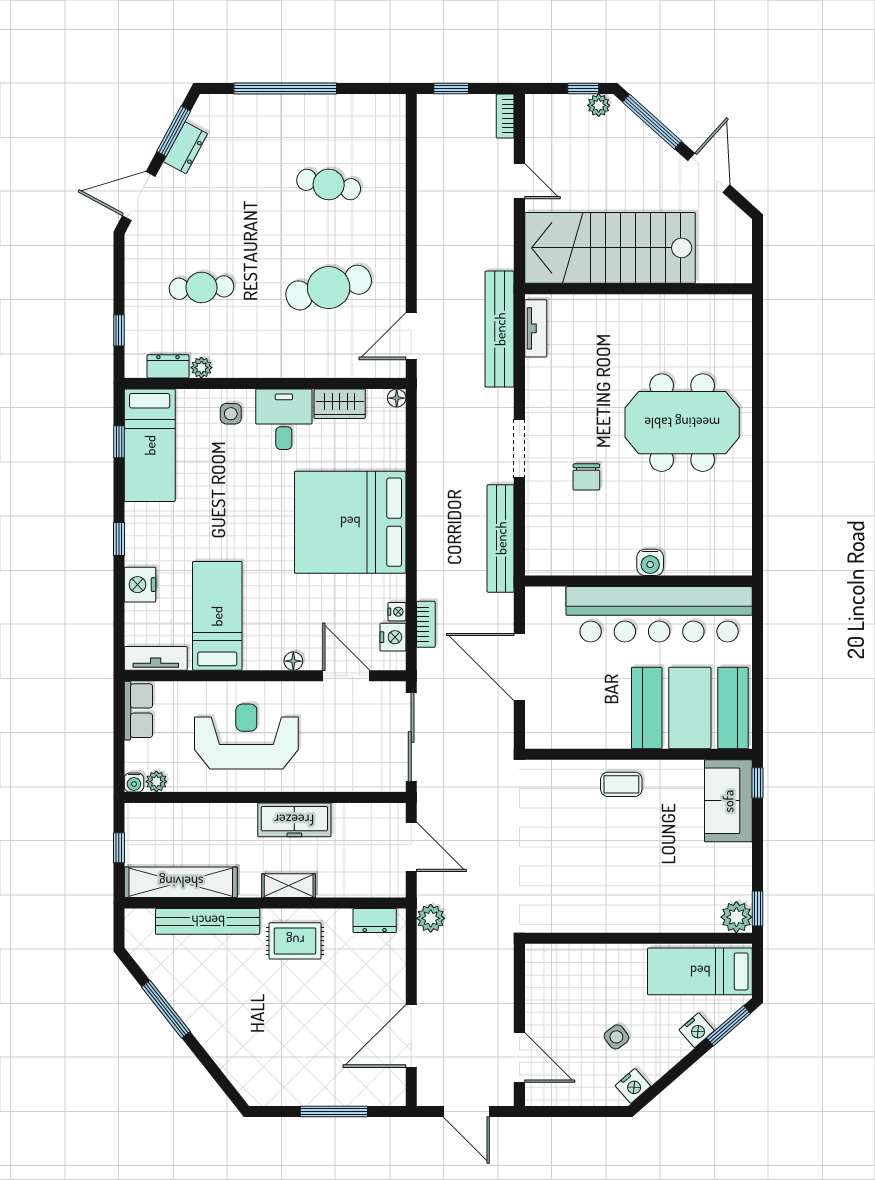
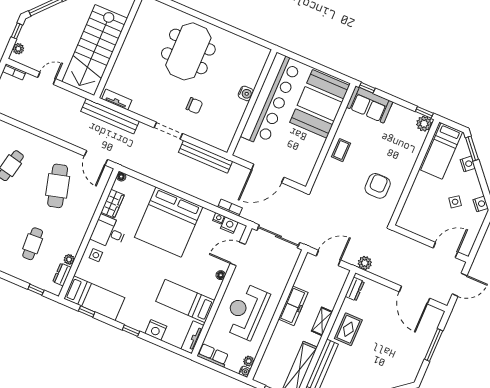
plant: (599, 105) -> (18, 49), moved
armchair: (584, 881) -> (378, 186), added

